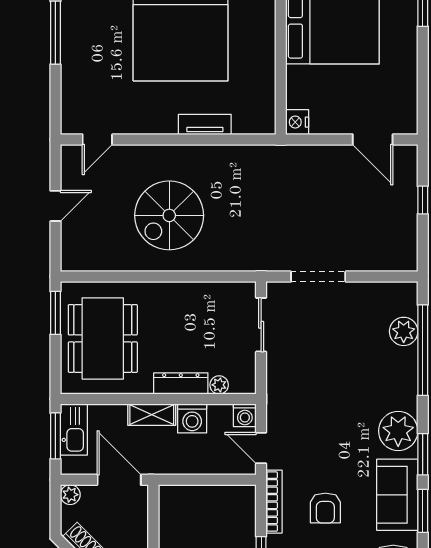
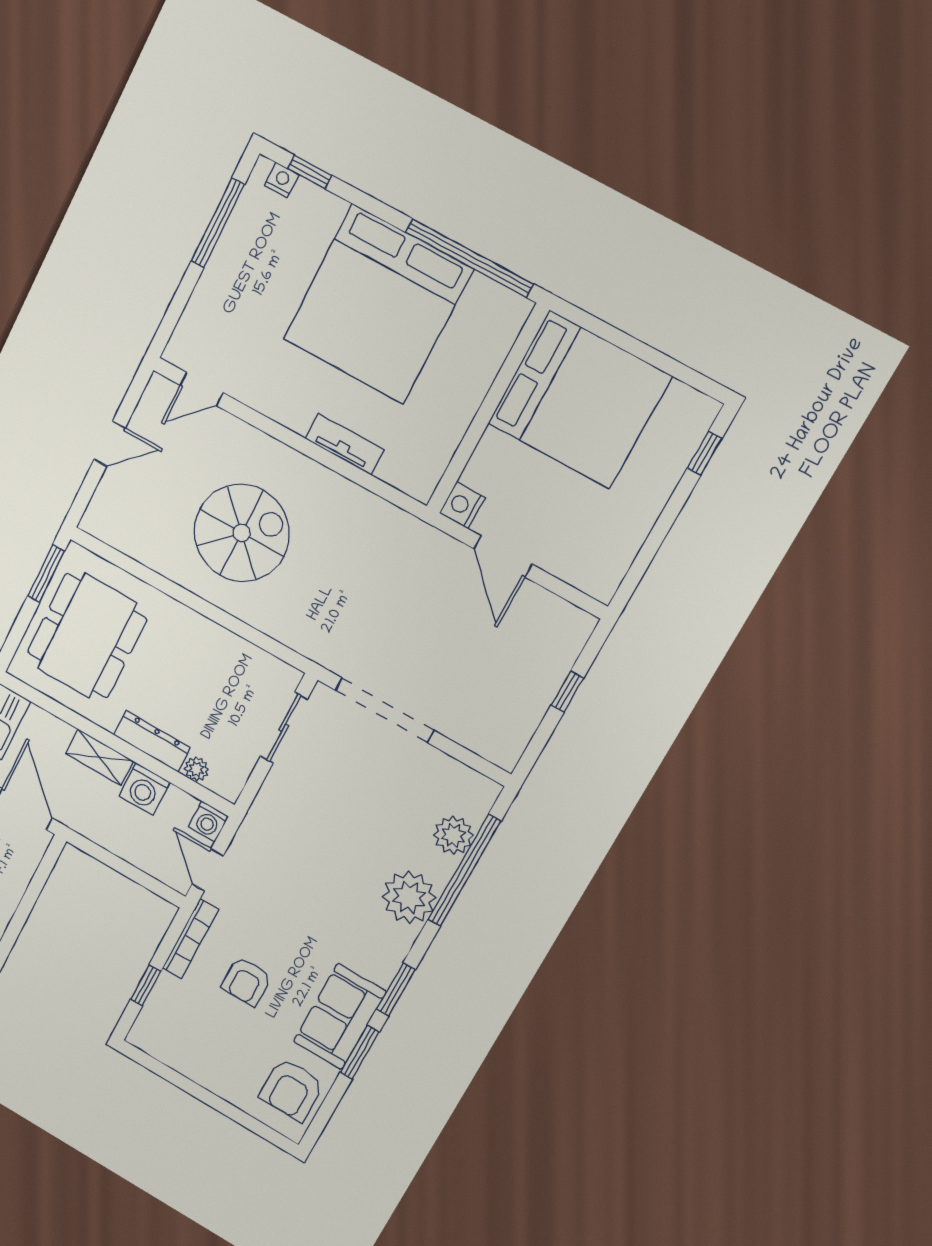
door: (373, 139) -> (503, 556), moved
spiral stairs: (169, 215) -> (242, 533), turned 180
doorway: (318, 277) -> (385, 710), width x1.36
plant: (398, 431) -> (409, 897), moved

